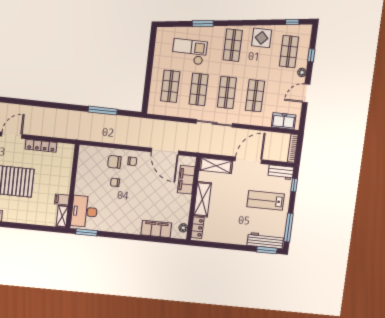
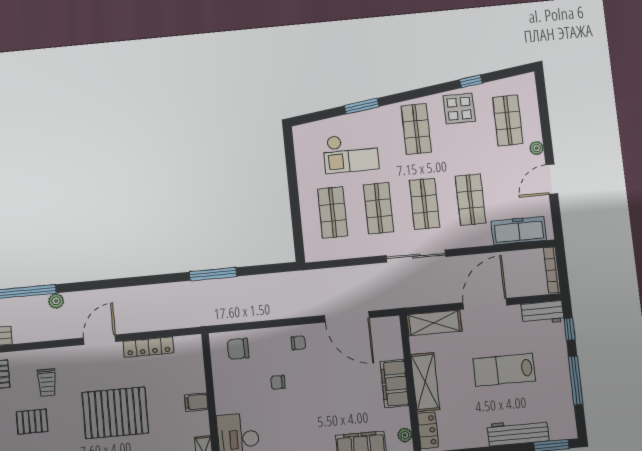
window: (292, 22) -> (471, 81), moved
checkout: (189, 52) -> (351, 153), turned 180
window: (311, 55) -> (545, 119), removed
window: (103, 111) -> (213, 274), moved
freezer: (284, 121) -> (519, 231), width x1.40
chair: (114, 162) -> (238, 349), moved
filing cabinet: (186, 180) -> (394, 384), moved
filing cabinet: (62, 199) -> (196, 402), moved
lab bench: (266, 200) -> (504, 370), moved
window: (289, 227) -> (576, 381), moved
workbench: (265, 241) -> (518, 432), moved

